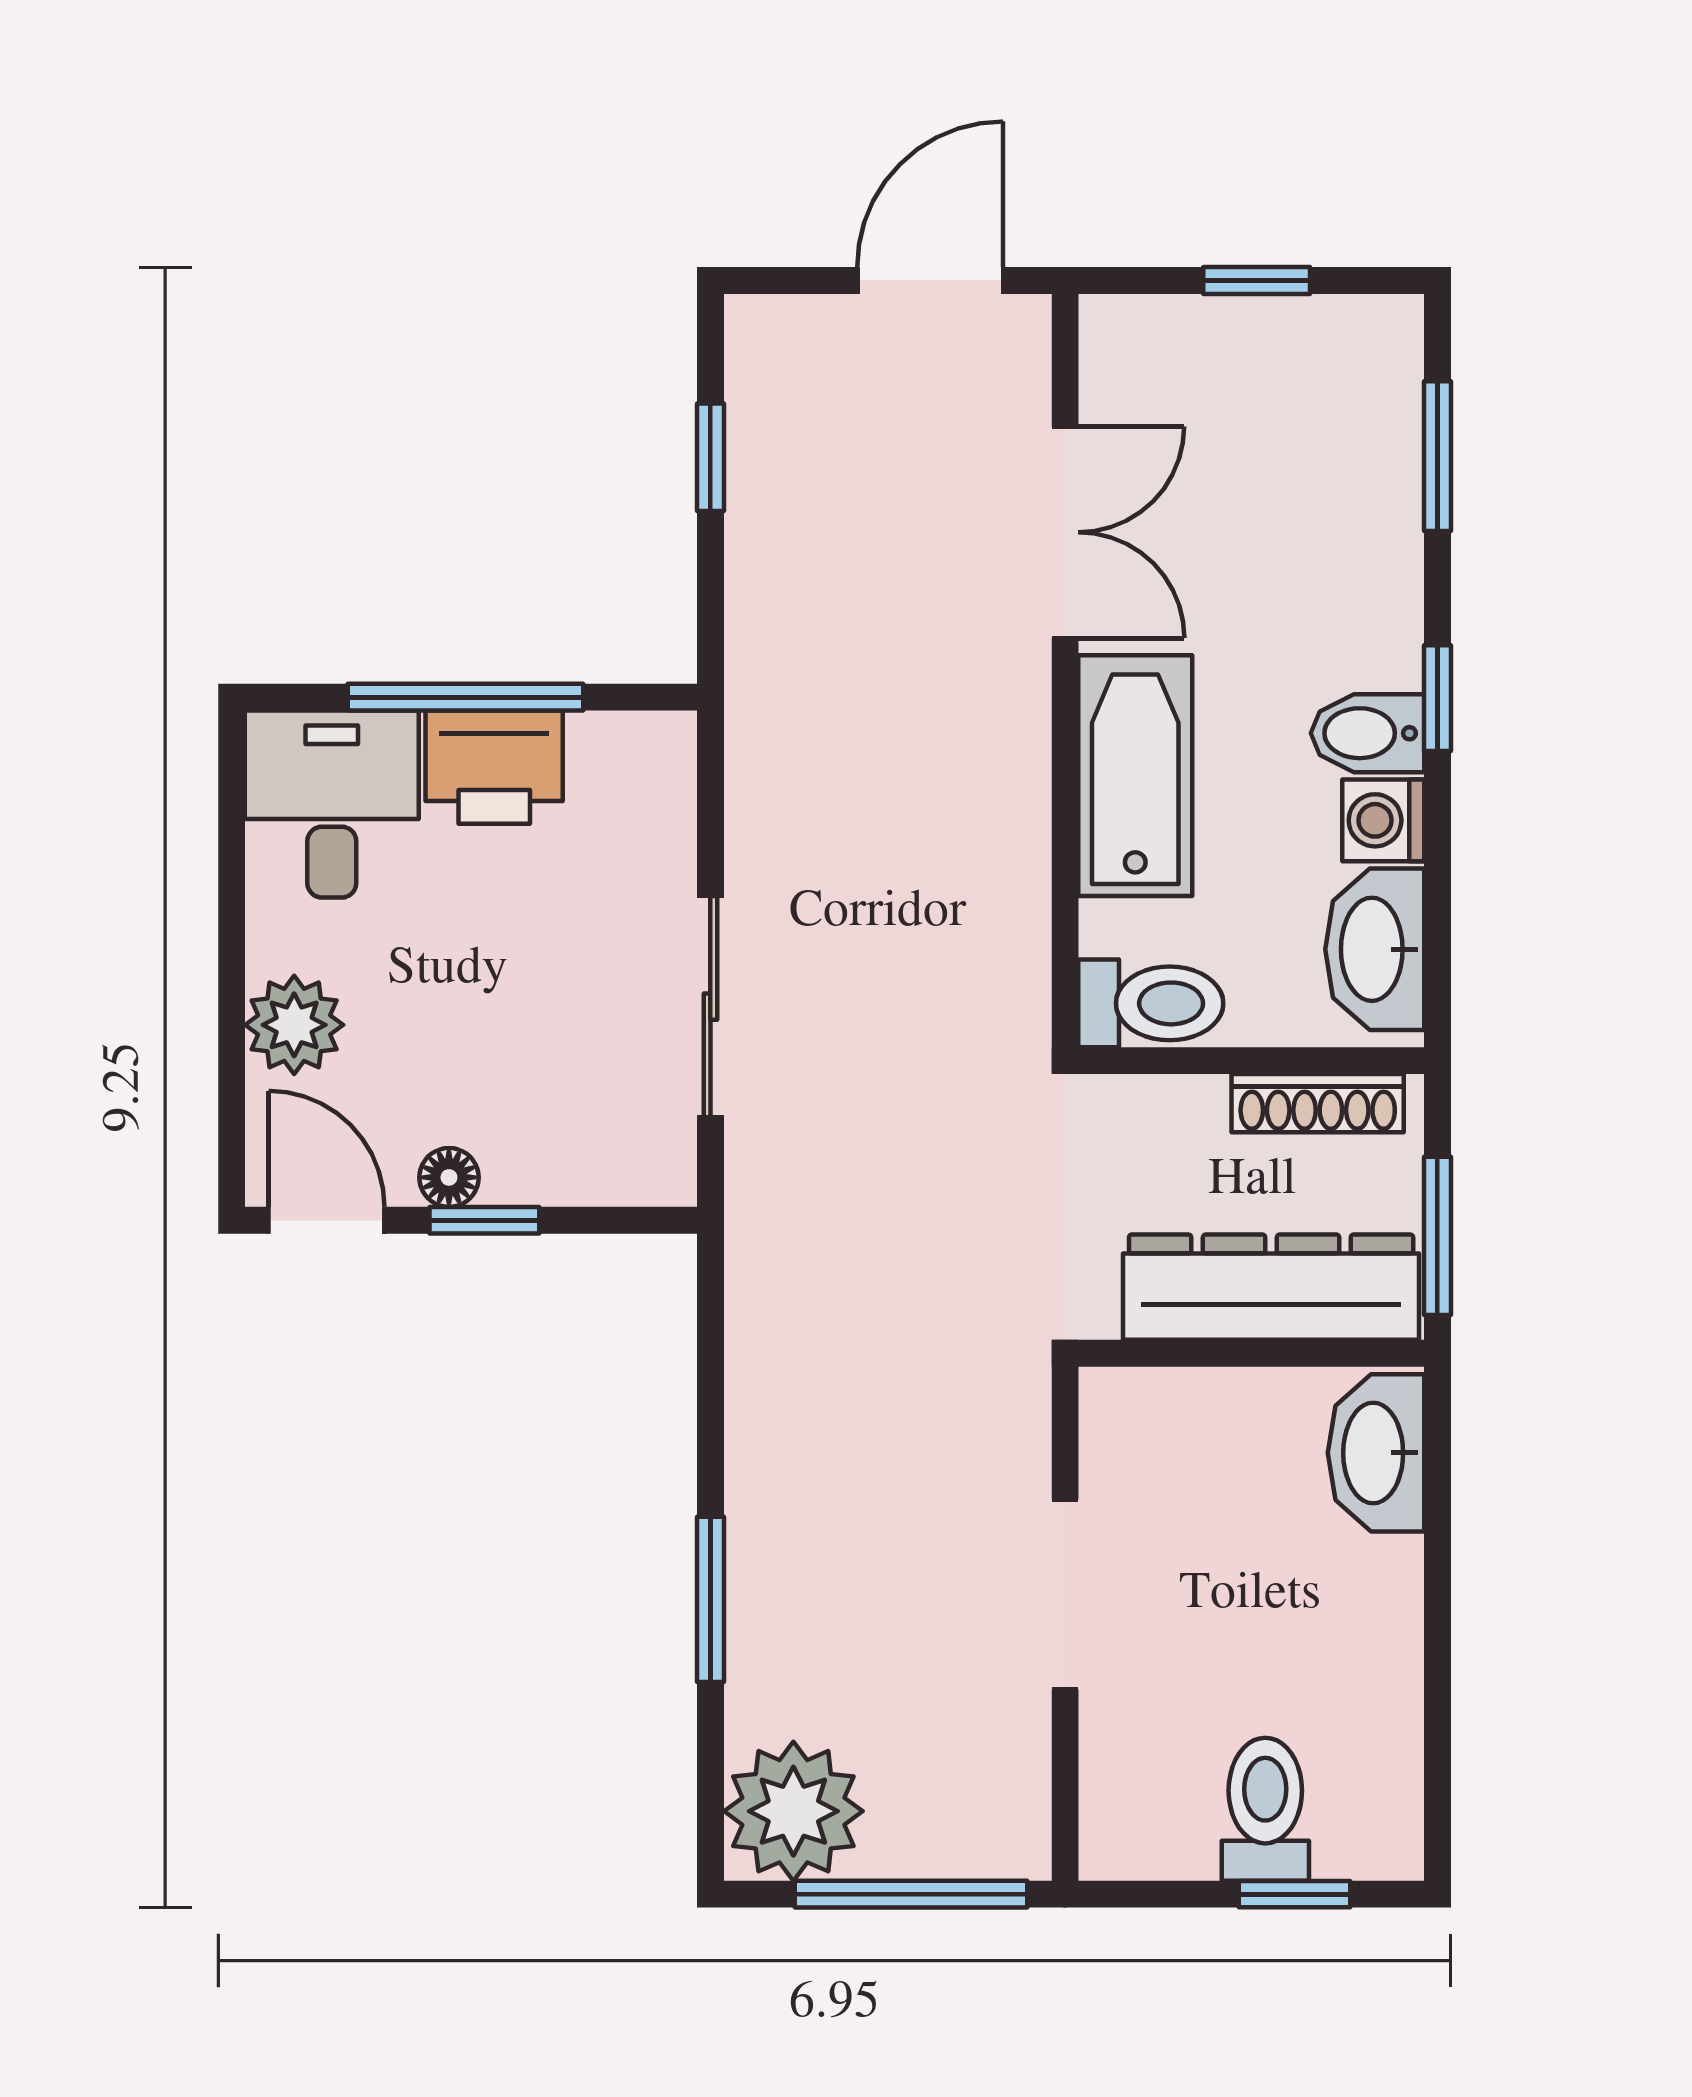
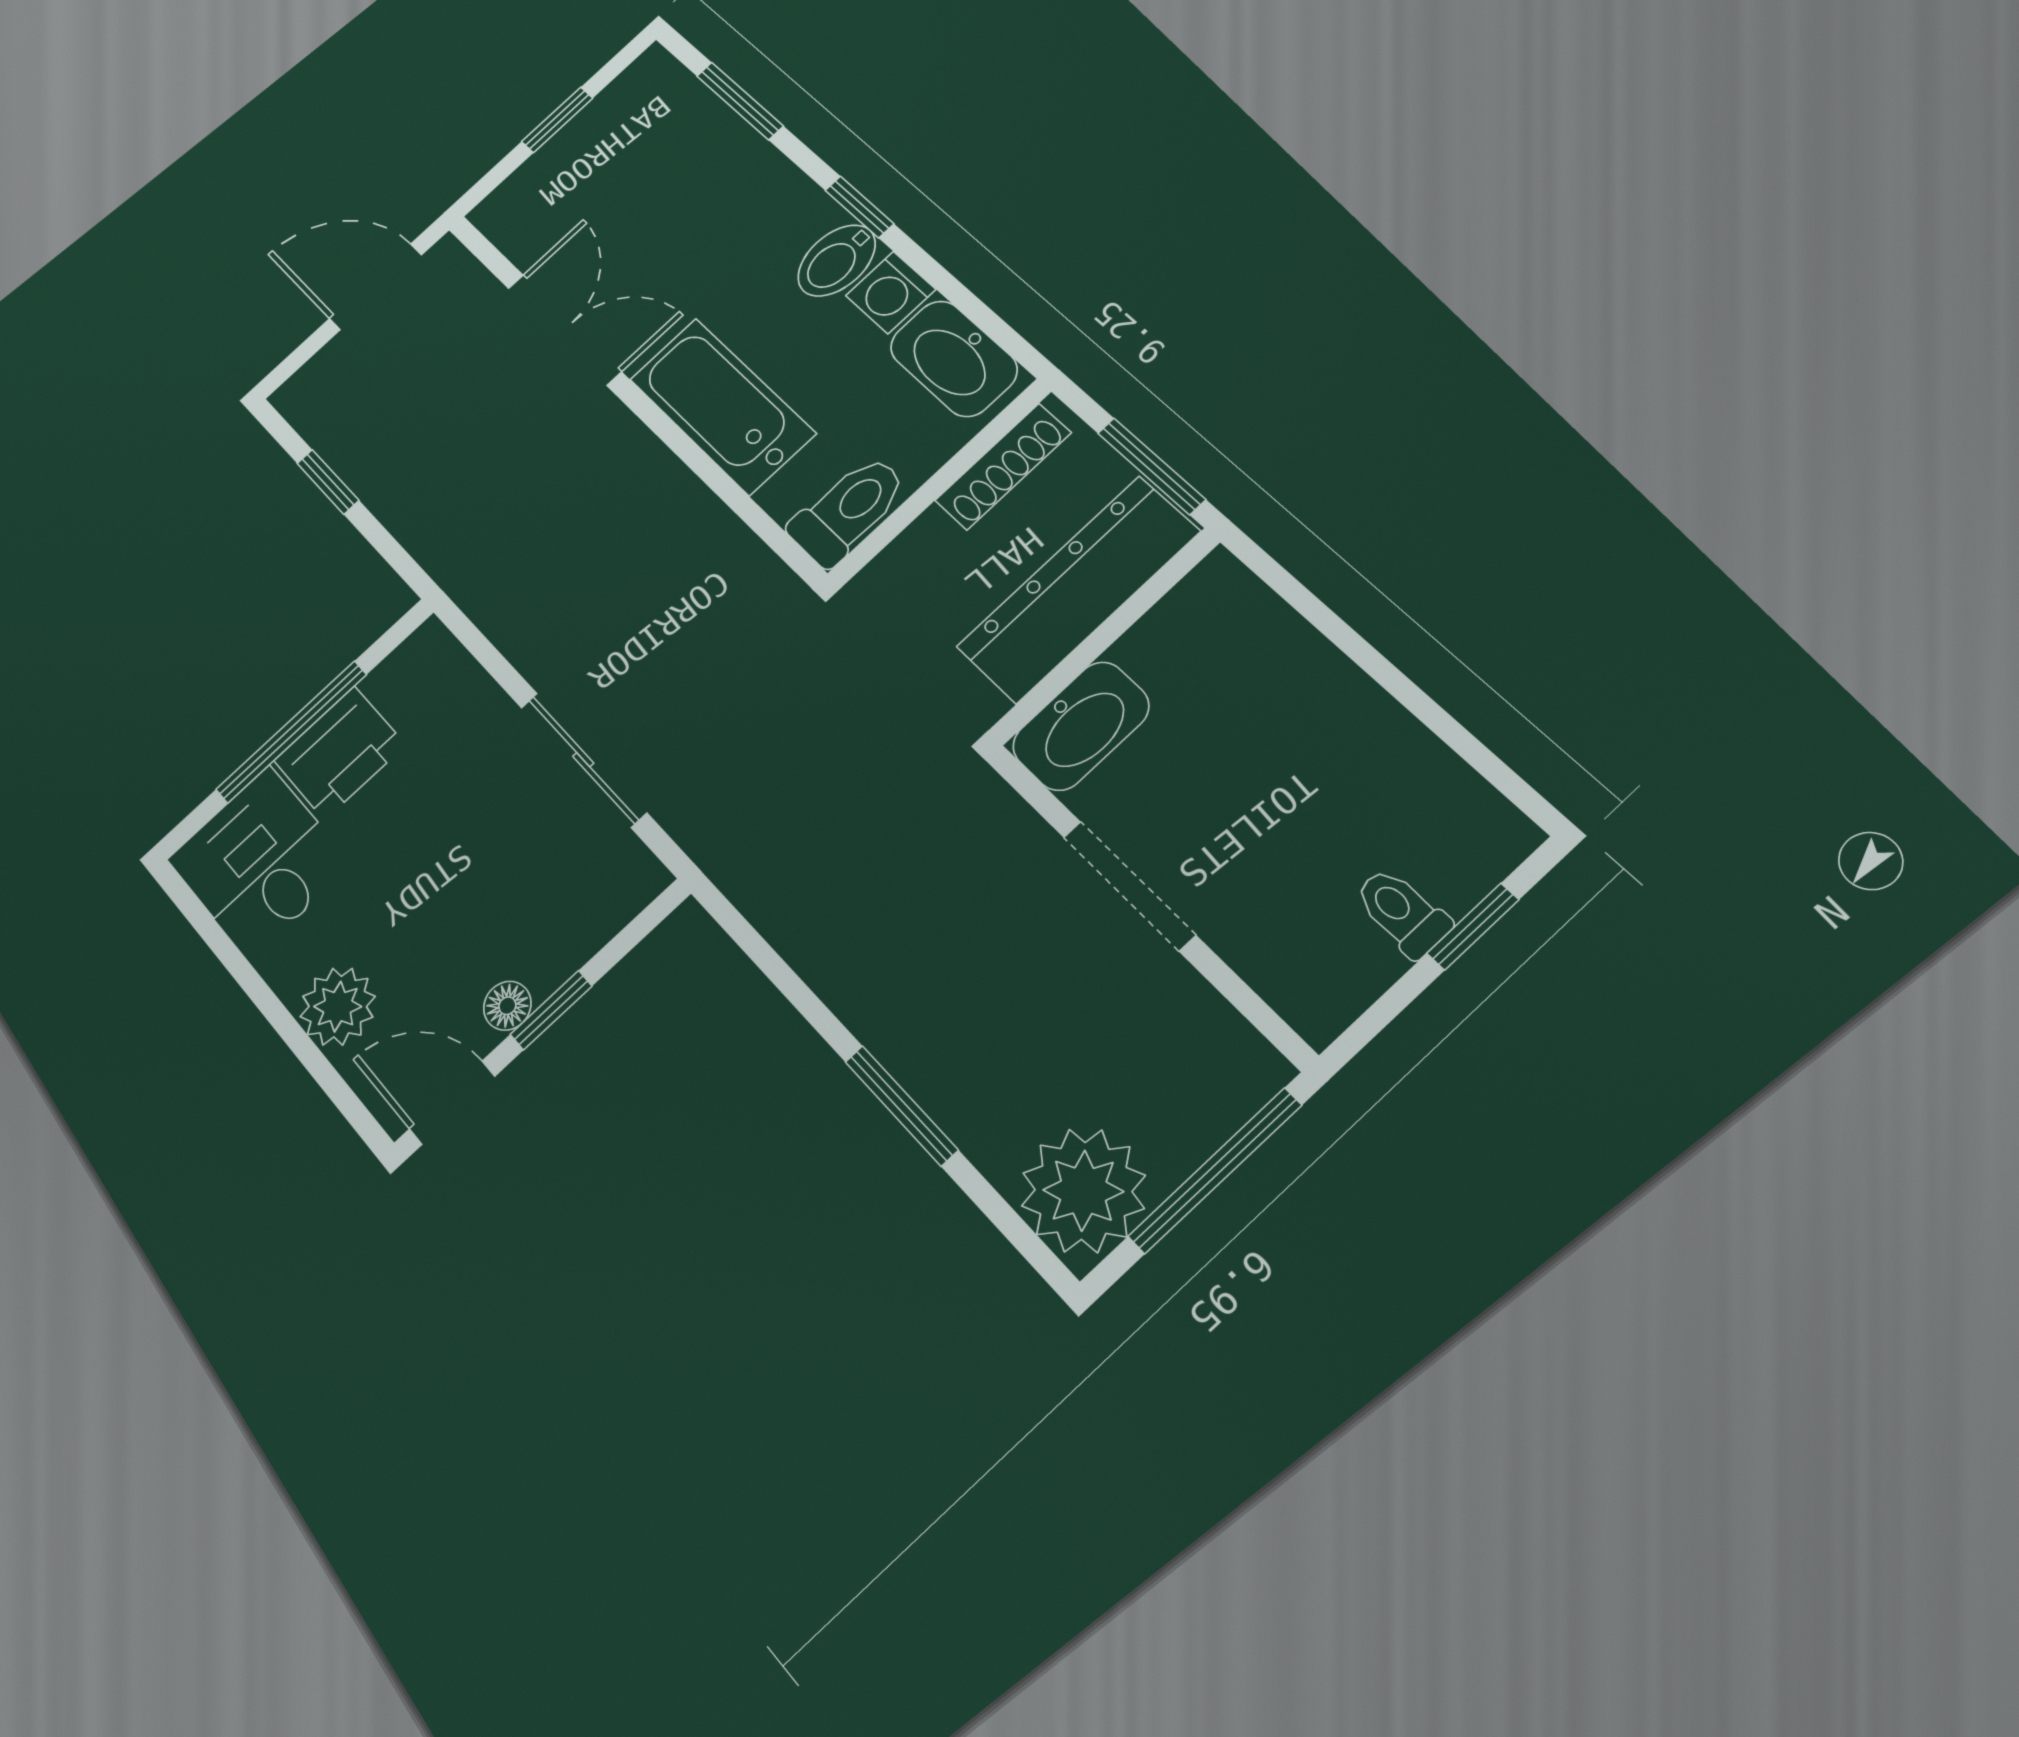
door: (930, 280) -> (375, 287), hinge flipped
washbasin: (1376, 1453) -> (1081, 726), moved, turned -90
toilet: (1265, 1809) -> (1402, 912), width x0.73, depth x0.72

